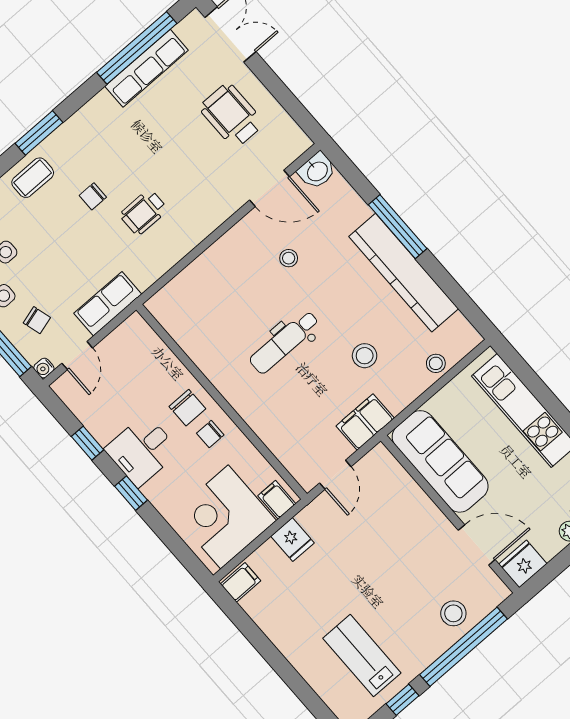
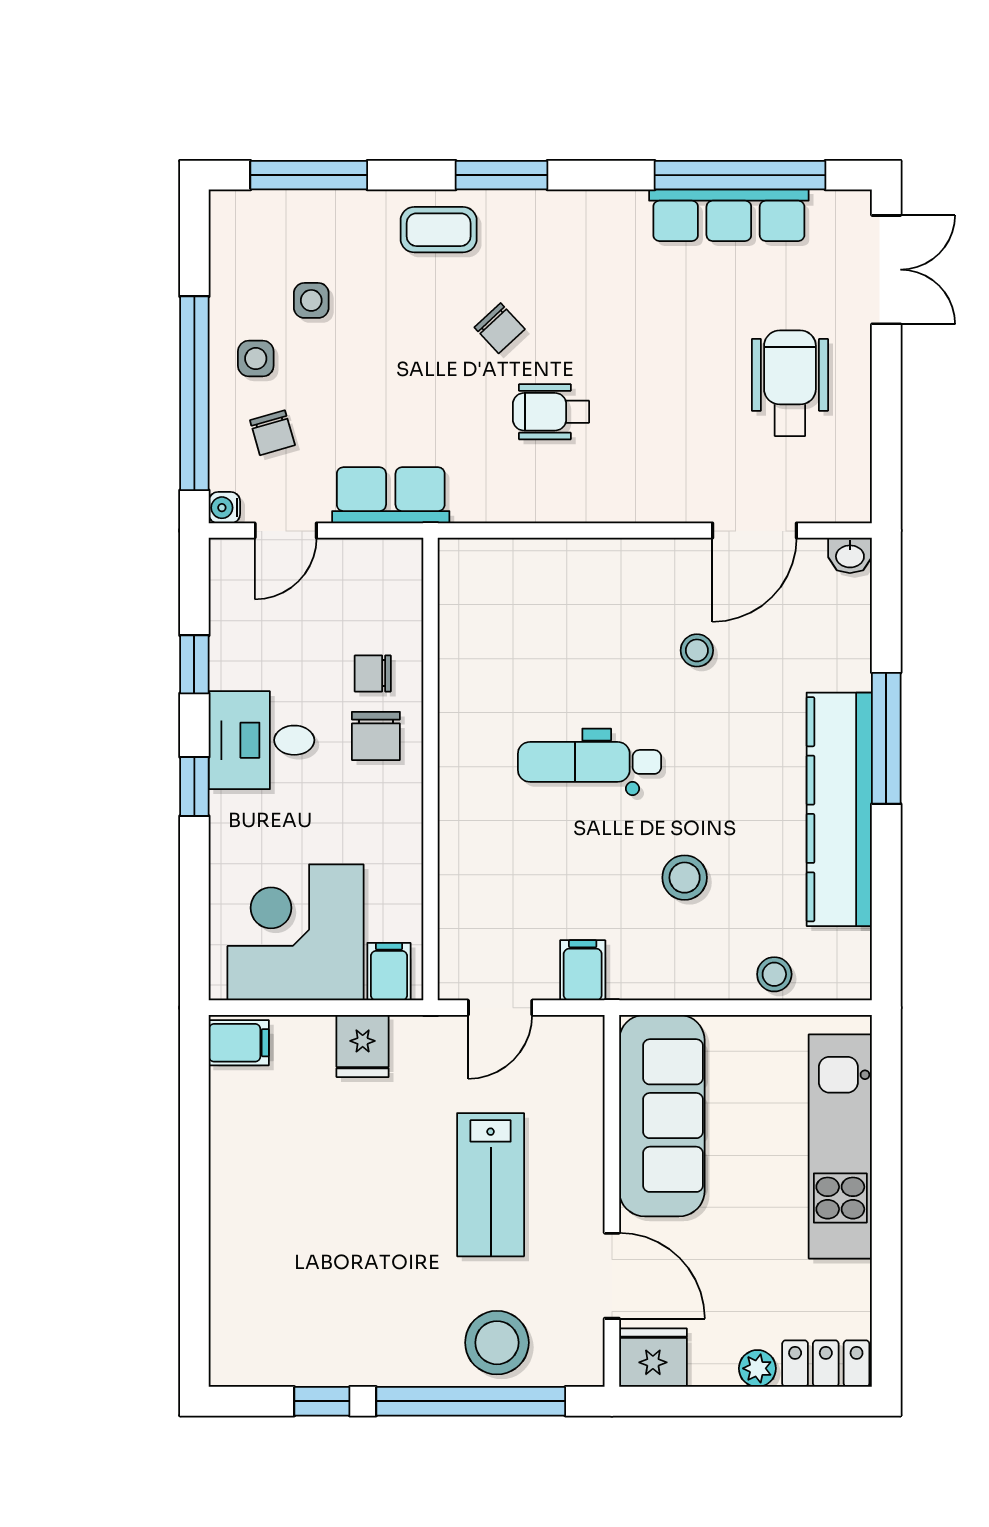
washbasin: (317, 171) -> (850, 555), width x0.72, depth x0.69
door: (269, 188) -> (755, 531), hinge flipped
chair: (93, 196) -> (500, 328), turned -133
filing cabinet: (365, 422) -> (583, 970), width x0.50
chair: (210, 434) -> (373, 673), moved
stool: (453, 613) -> (497, 1343), width x1.38, depth x1.38
lab bench: (362, 656) -> (491, 1185), moved, turned 180

